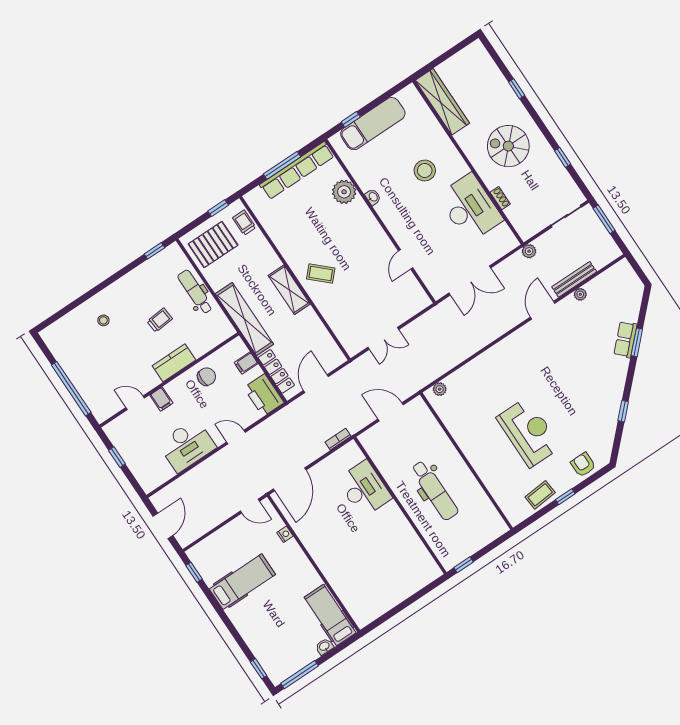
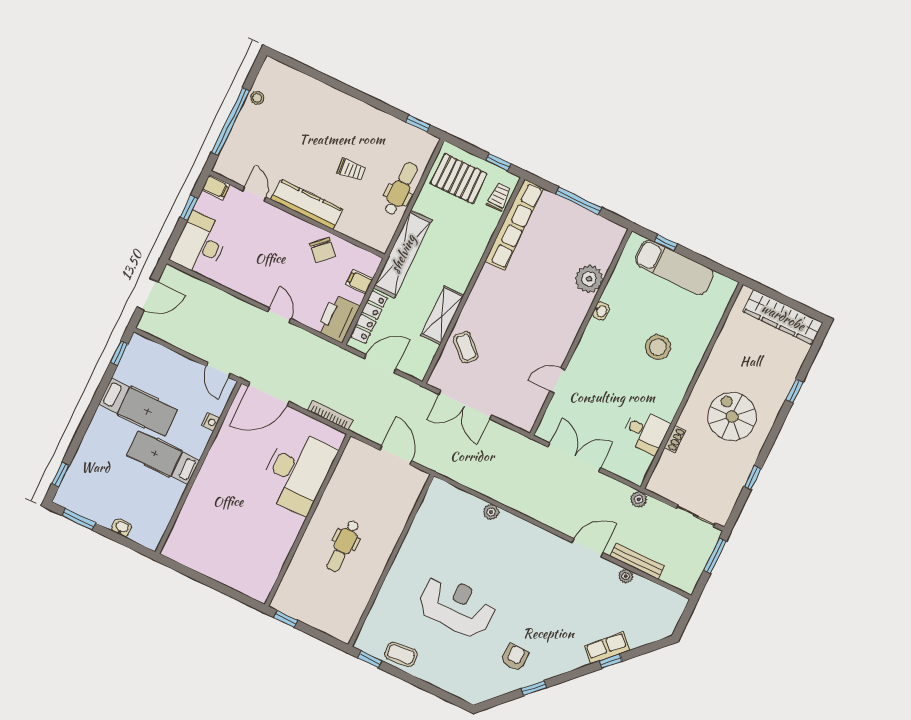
wardrobe: (442, 102) -> (783, 317), moved, turned 90
row of seats: (297, 170) -> (514, 225), moved, turned -90
desk: (470, 208) -> (646, 432), width x0.53, depth x0.77
coffee table: (321, 273) -> (466, 347), moved
double door: (470, 281) -> (574, 457), swing flipped
shelving: (289, 290) -> (442, 315), moved
stool: (103, 320) -> (257, 98), moved
double door: (383, 338) -> (465, 405), width x1.37
window: (637, 342) -> (611, 661), width x0.67
kitchen counter: (174, 363) -> (307, 204), width x1.50
chair: (207, 377) -> (322, 250), turned 46
plant: (440, 389) -> (491, 512), moved
filing cabinet: (161, 399) -> (216, 187), moved, turned -90
reception desk: (529, 432) -> (457, 606), turned -90
bookcase: (338, 439) -> (330, 415), width x1.56
desk: (187, 445) -> (200, 244), moved, turned 90
armchair: (583, 465) -> (515, 657), moved
desk: (364, 489) -> (297, 472), width x1.36, depth x1.30
dental chair: (435, 490) -> (343, 546), width x0.73, depth x0.72
window: (565, 497) -> (370, 659), moved
hospital bed: (330, 615) -> (163, 458), moved, turned -90
window: (299, 675) -> (79, 519), width x0.69

